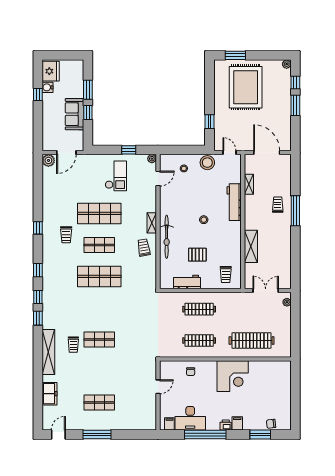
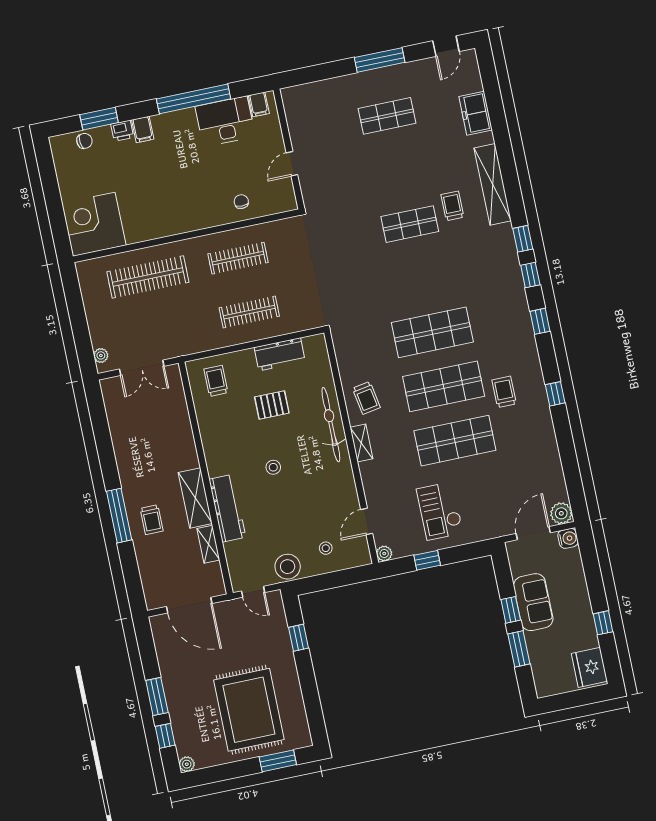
water cooler: (48, 87) -> (568, 538), moved
shop shelf: (99, 245) -> (444, 386), width x1.43, depth x1.36
shelving: (251, 246) -> (195, 498), moved
corner desk: (233, 376) -> (94, 224), moved
printer: (226, 425) -> (122, 131), moved

